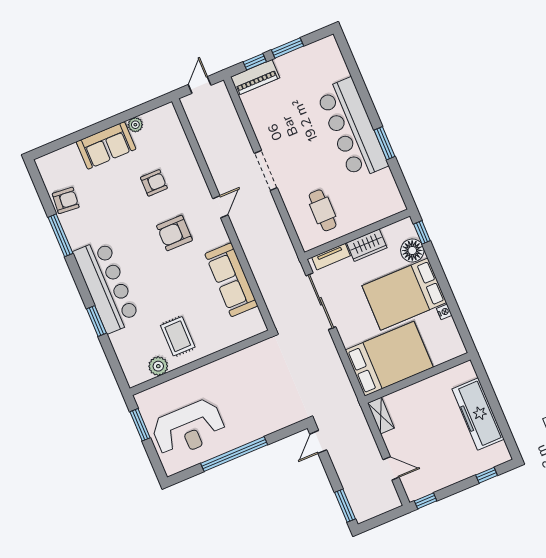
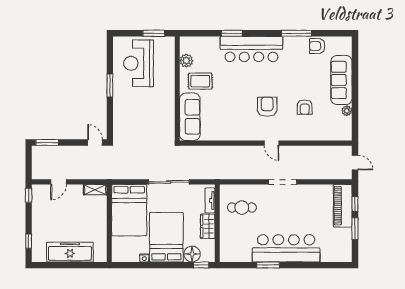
piano: (255, 77) -> (343, 206), width x1.37, depth x1.33
sofa: (106, 145) -> (341, 80), width x1.36
armchair: (66, 200) -> (317, 46), turned 85
sofa: (231, 280) -> (190, 117), moved, turned 90
sliding door: (321, 301) -> (169, 182), moved
window: (234, 454) -> (110, 85), width x0.47

